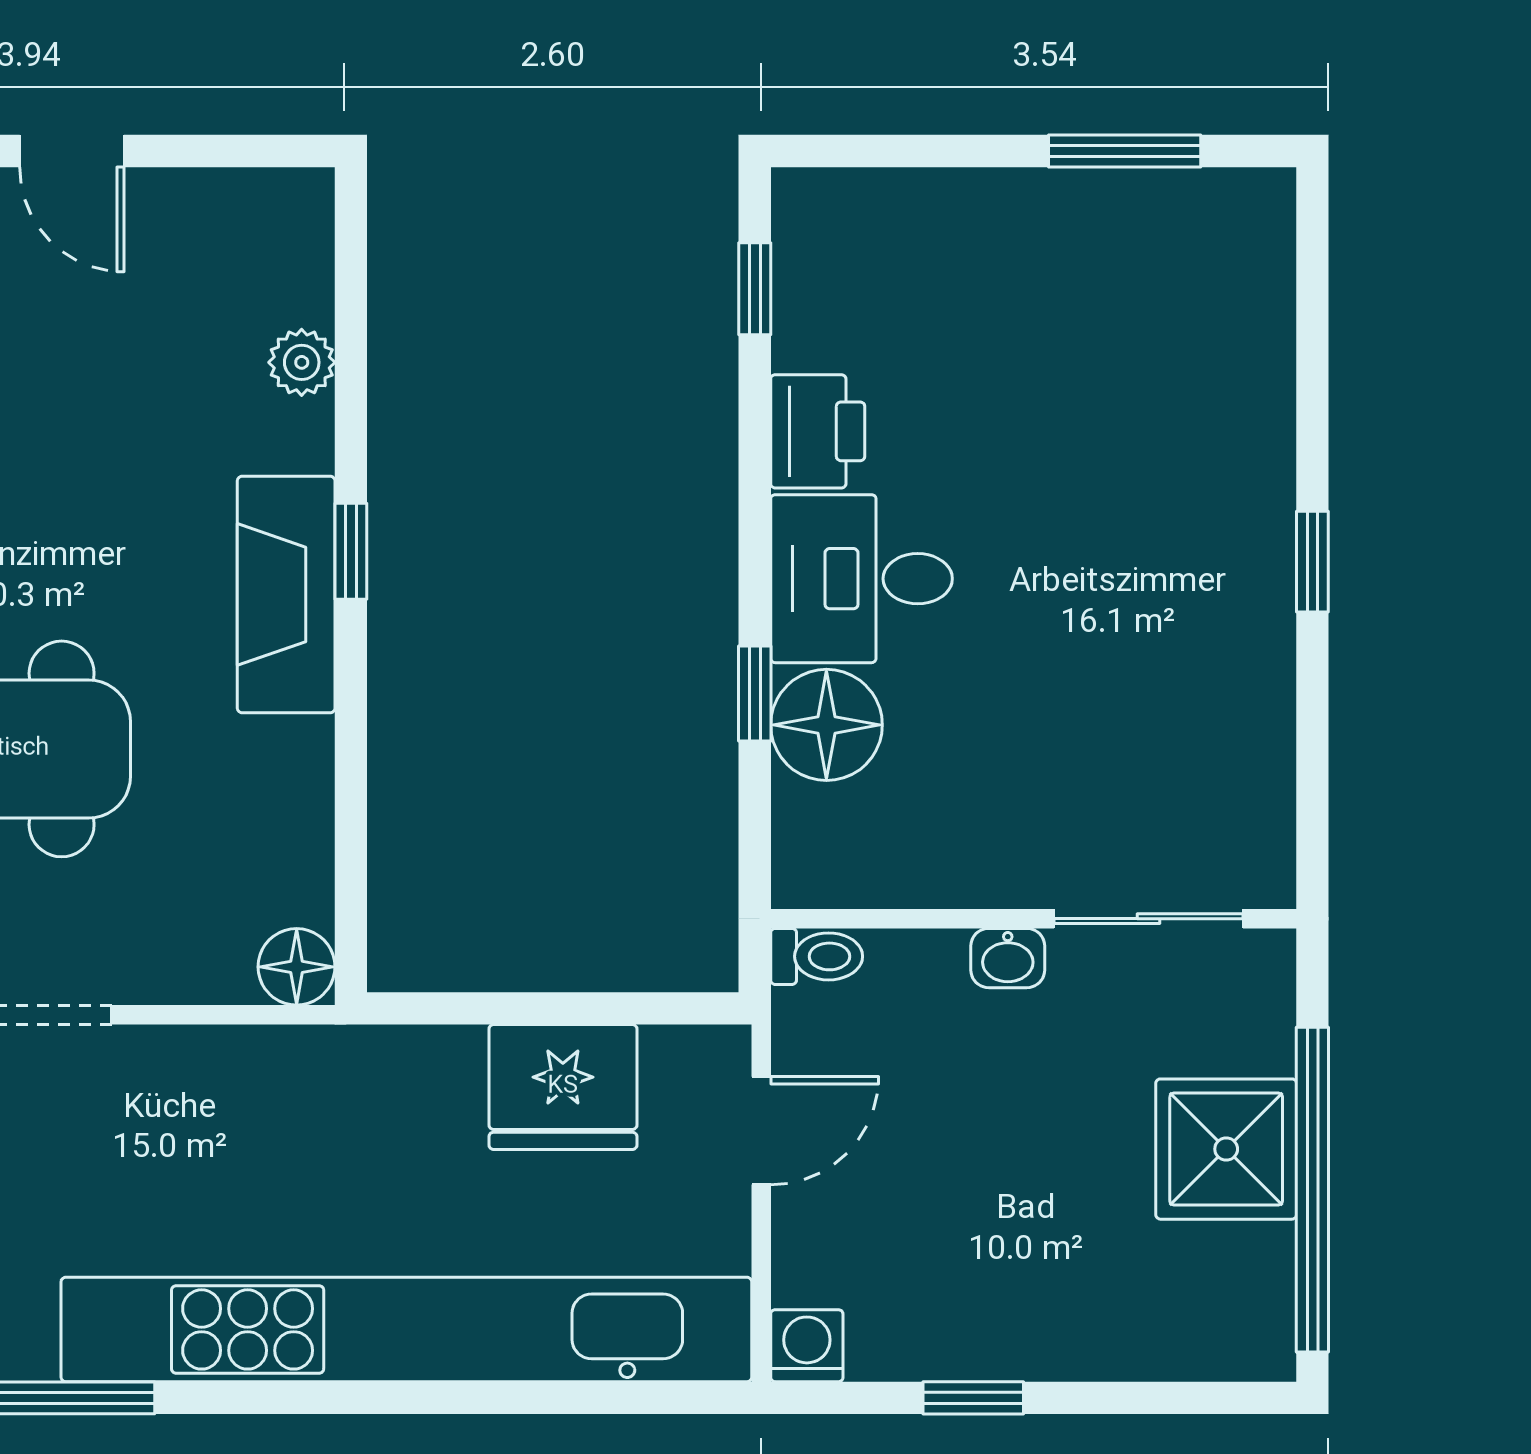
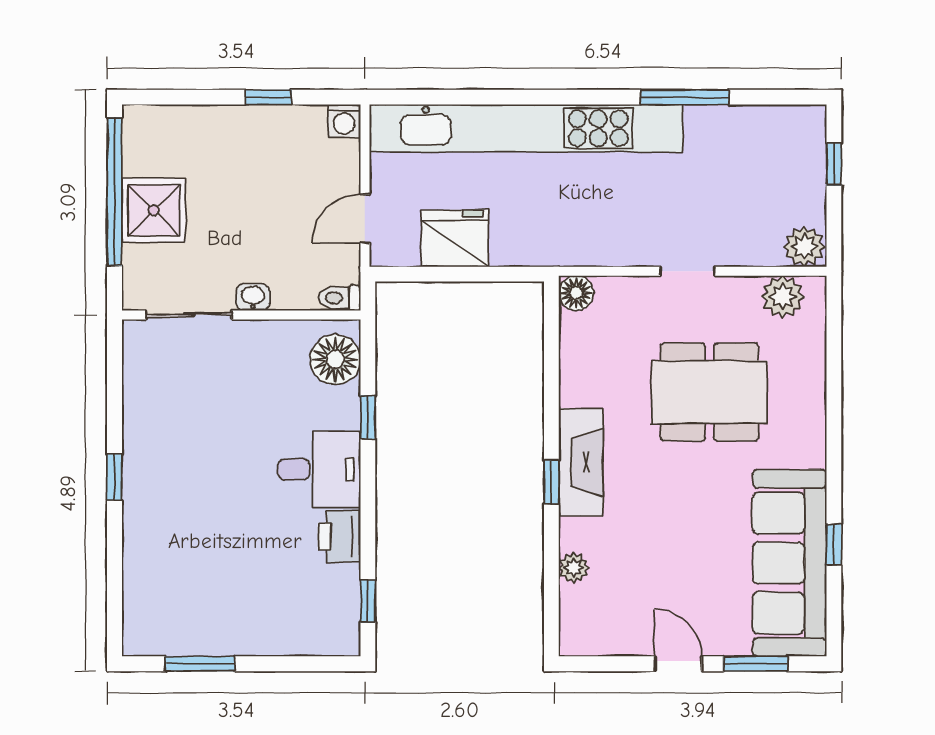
floor lamp: (826, 725) -> (335, 359), moved

